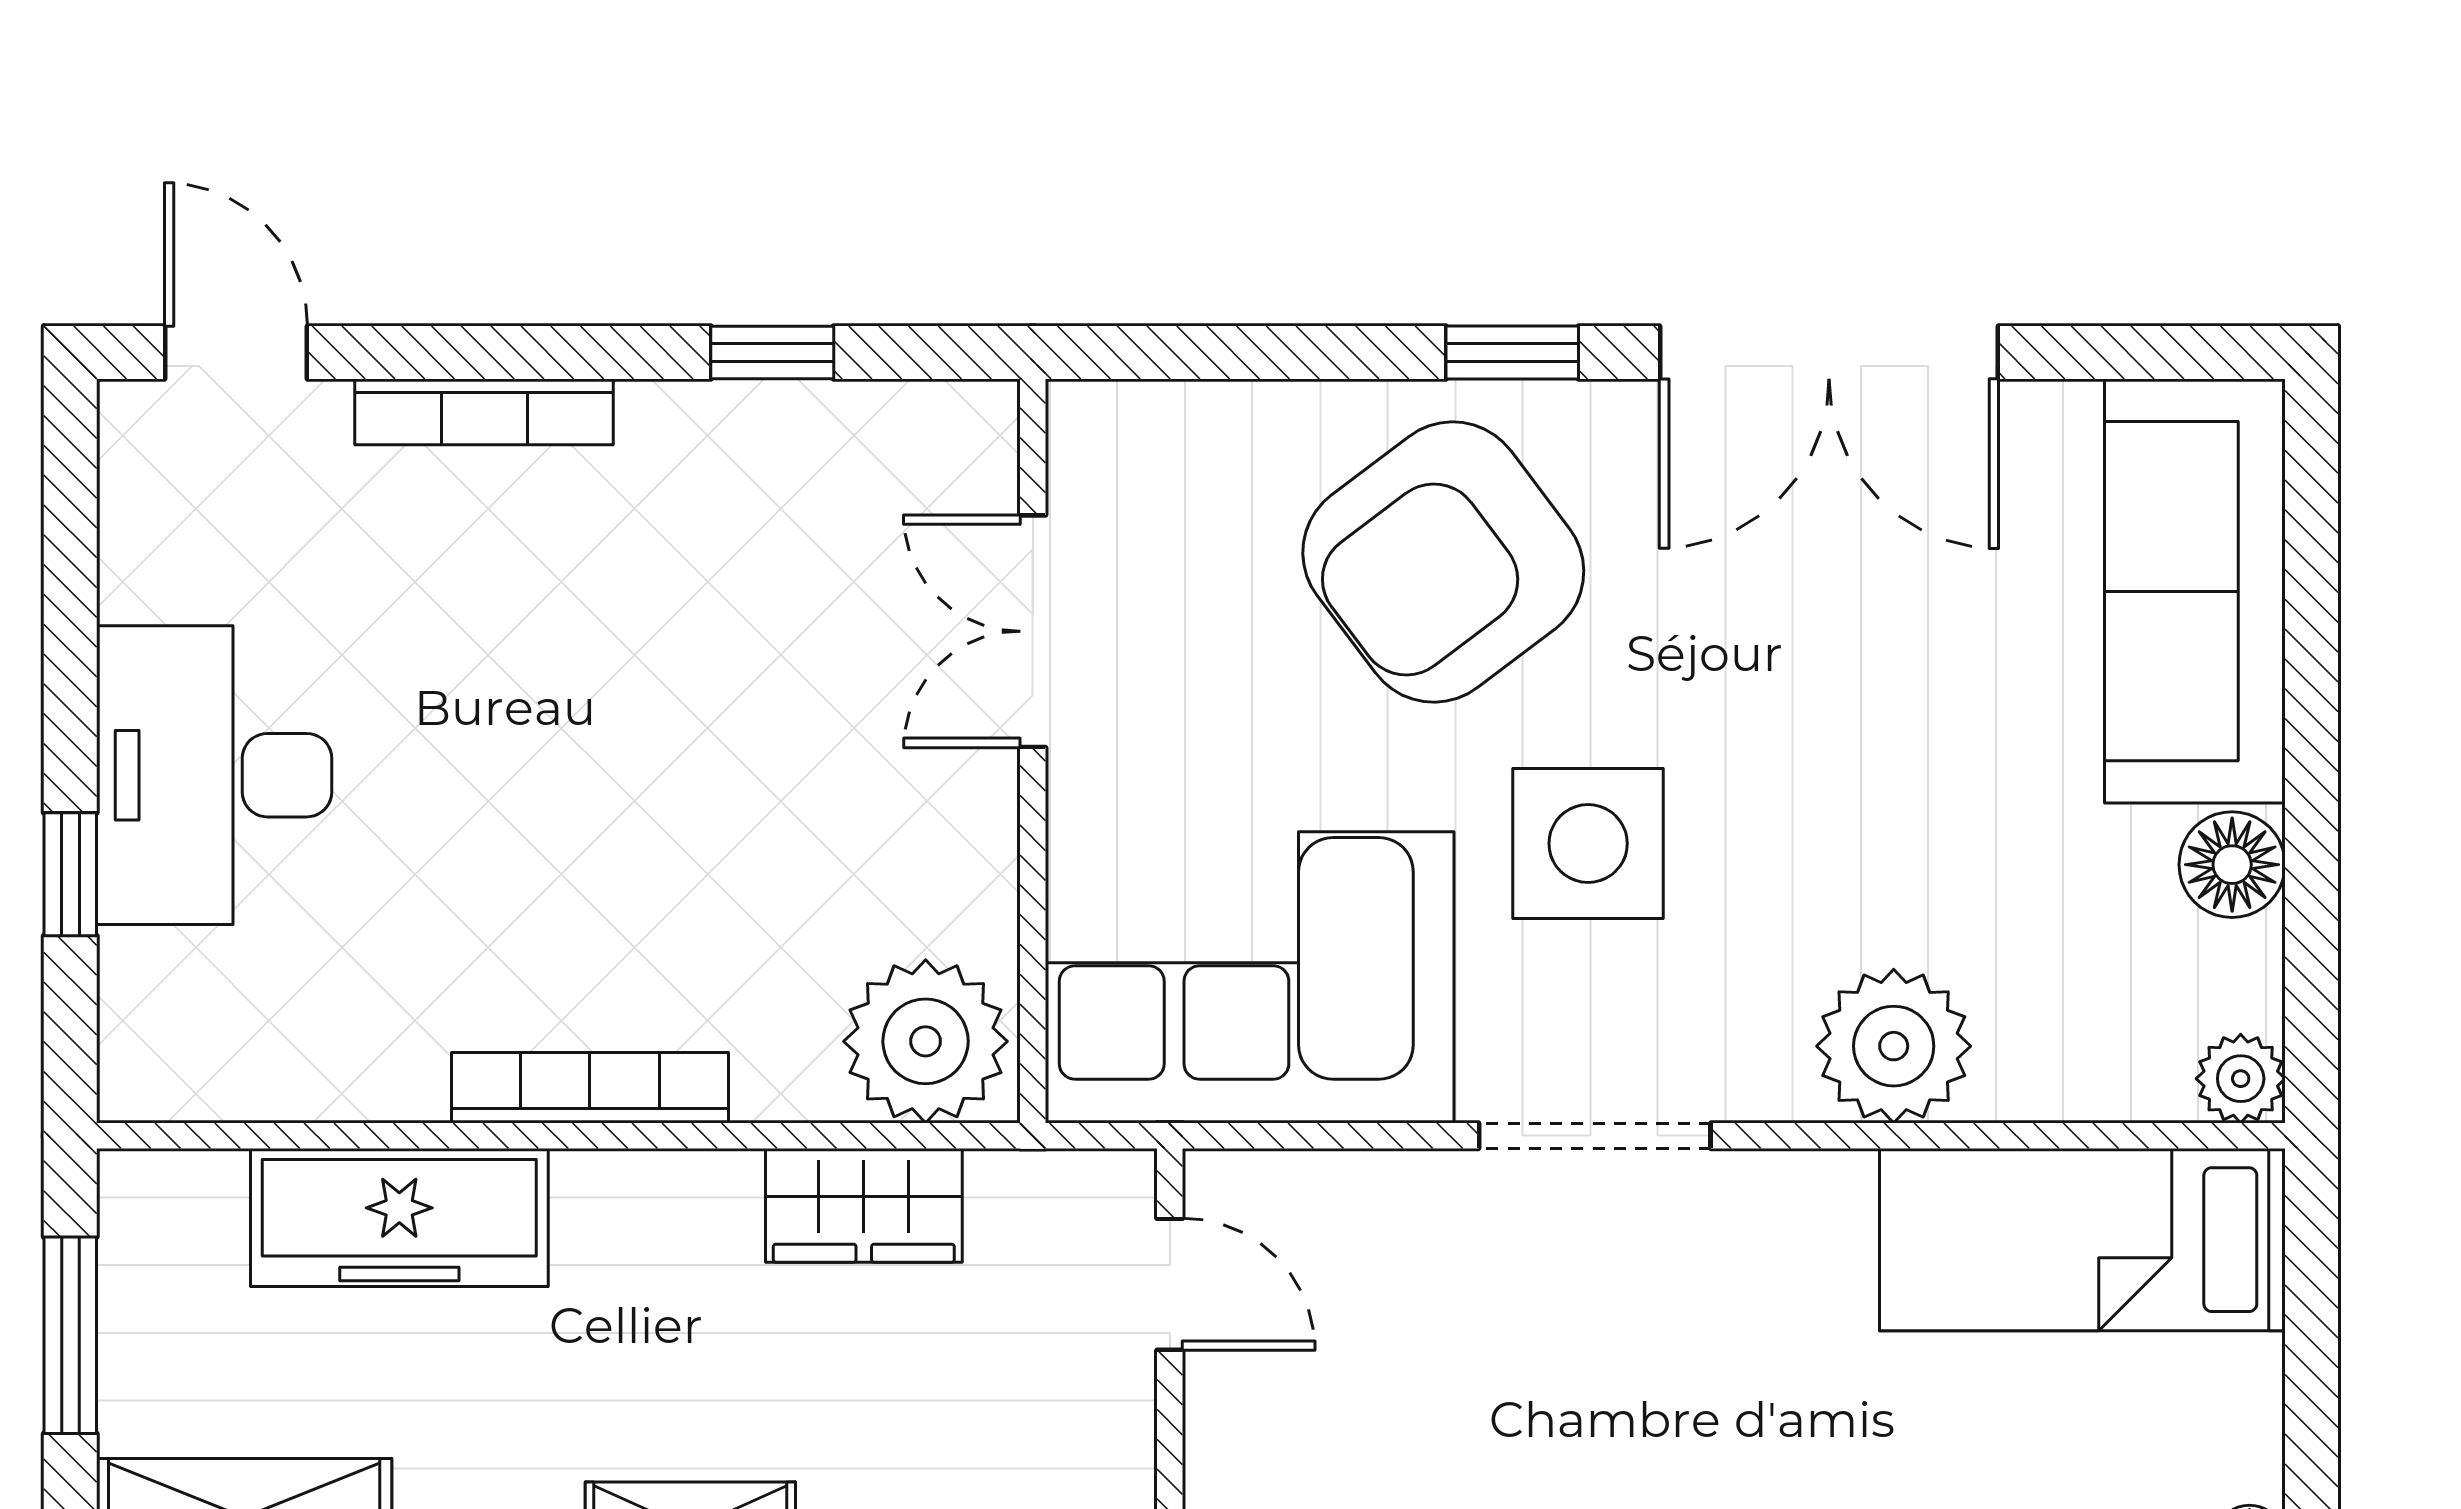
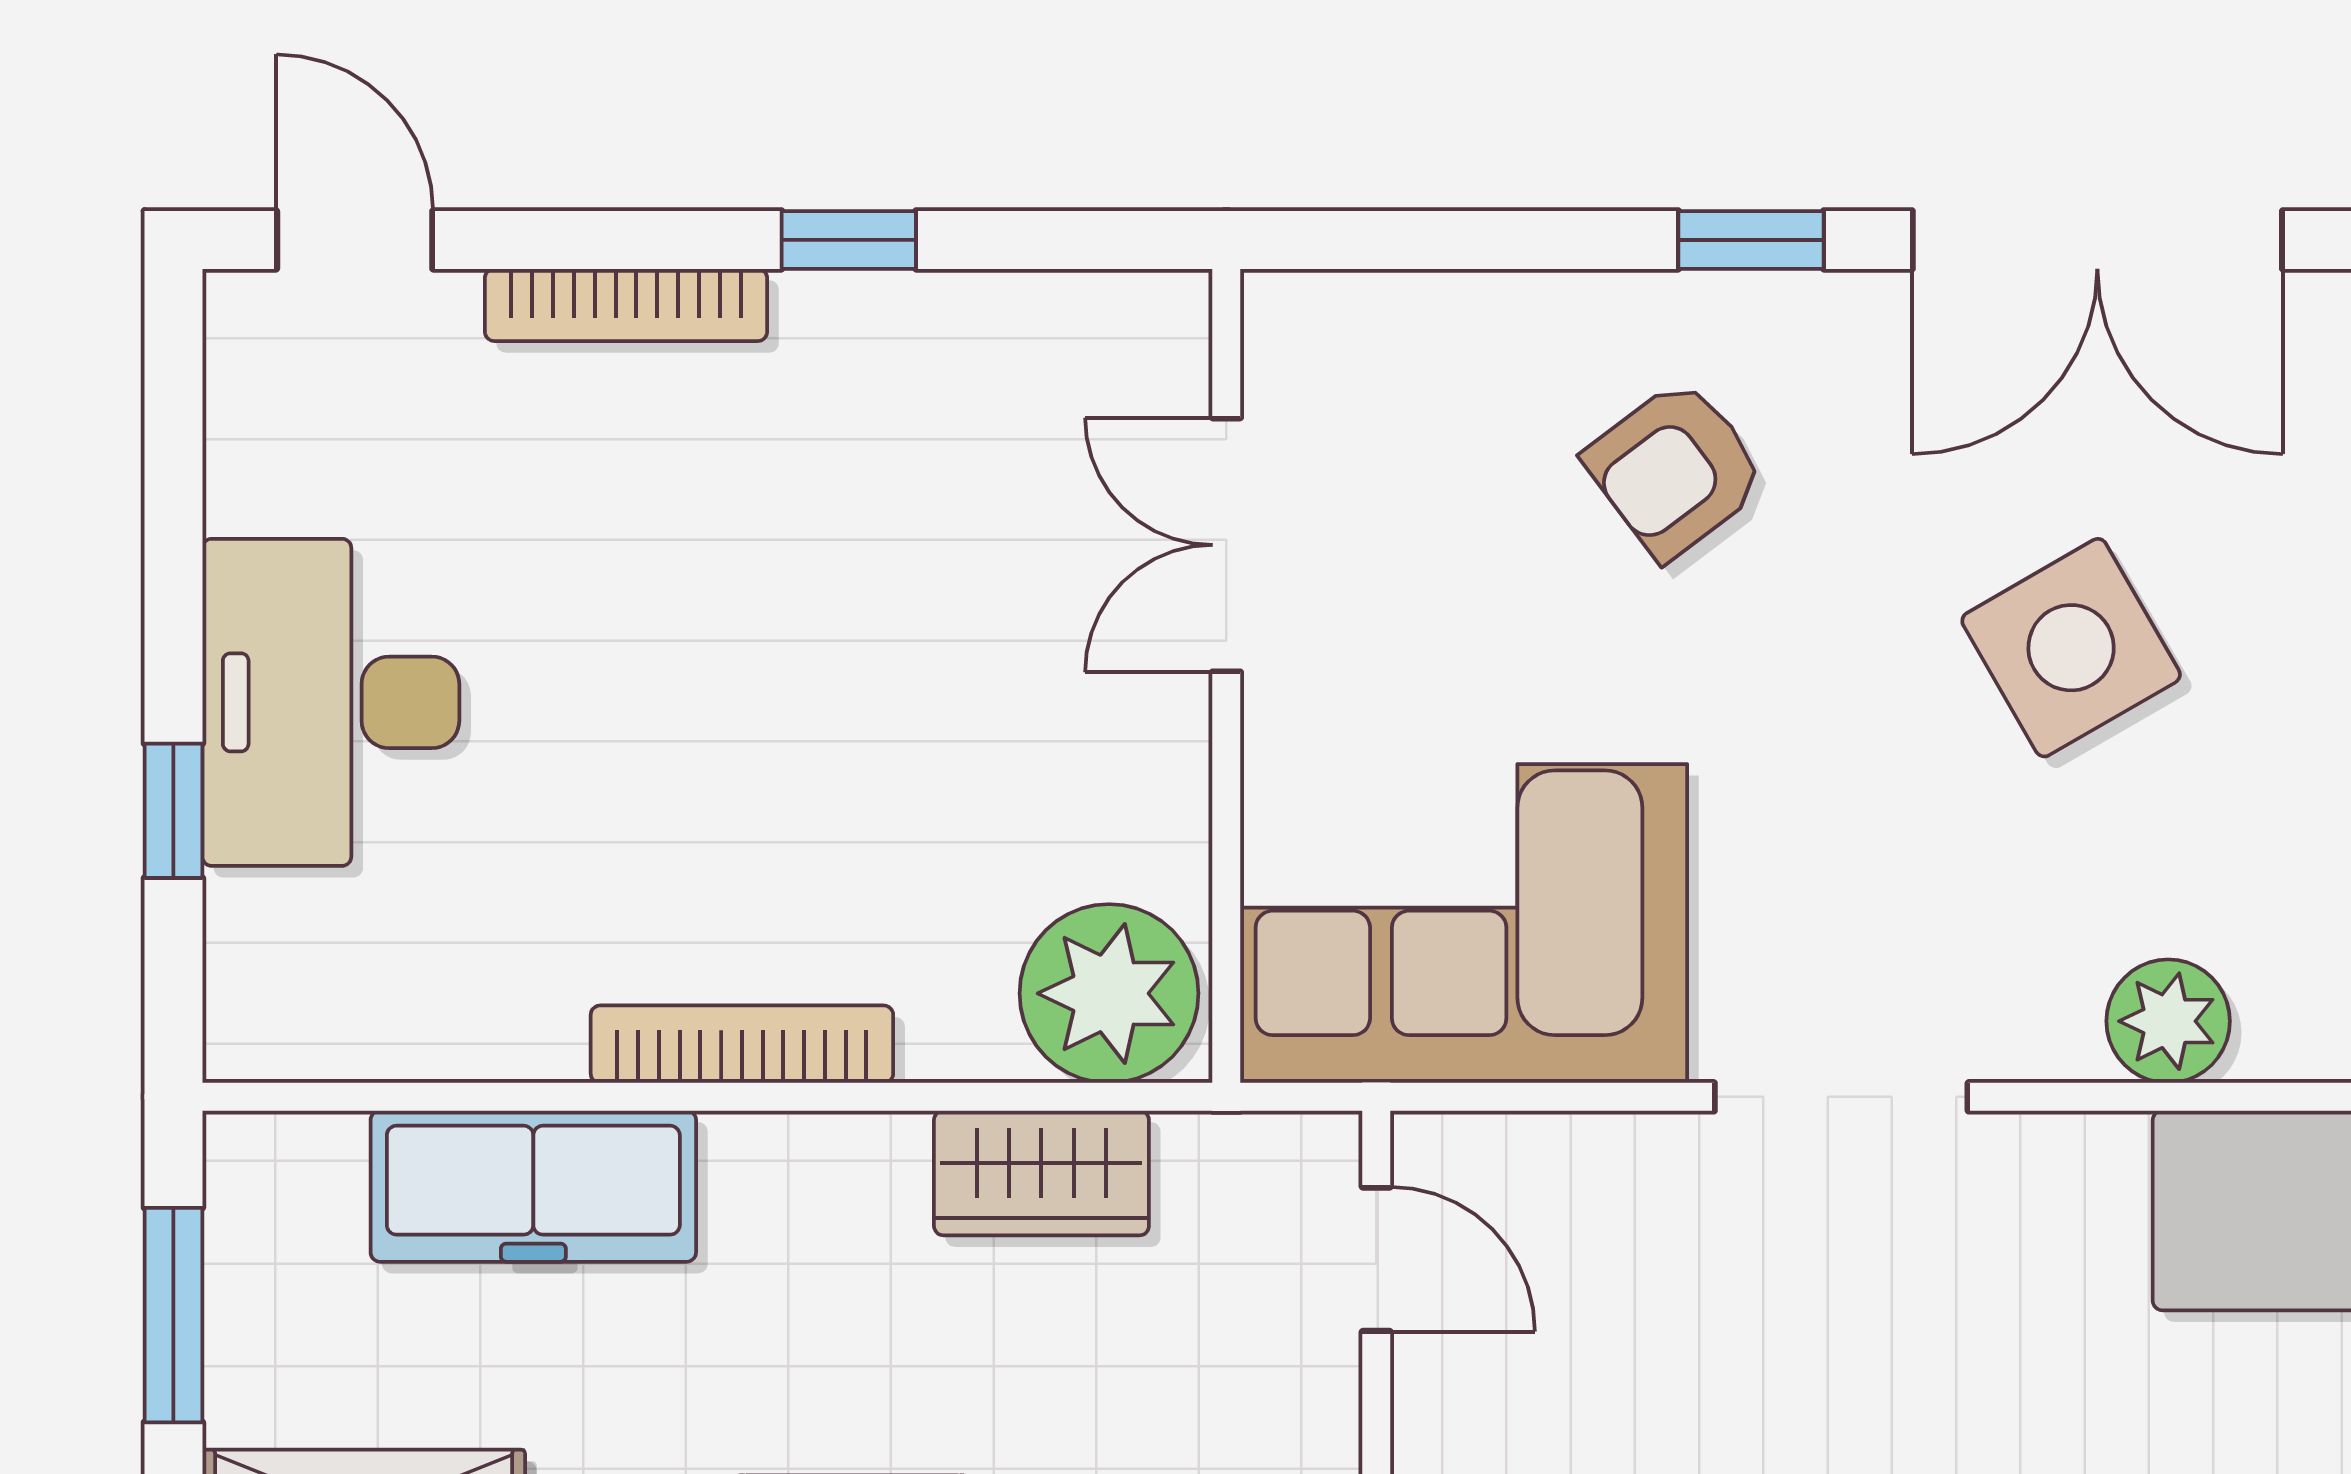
window: (772, 352) -> (849, 240), moved
armchair: (1443, 562) -> (1675, 469), width x0.53, depth x0.53
side table: (1588, 844) -> (2071, 648), moved, turned -30
plant: (1894, 1046) -> (2168, 1021), width x0.73, depth x0.73

